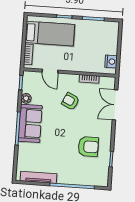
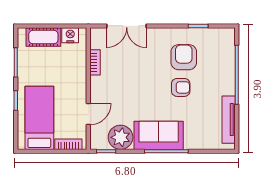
cot: (111, 41) -> (43, 37), added
plant: (26, 98) -> (121, 137), width x1.88, depth x1.88
armchair: (71, 101) -> (181, 87), moved, turned -115

